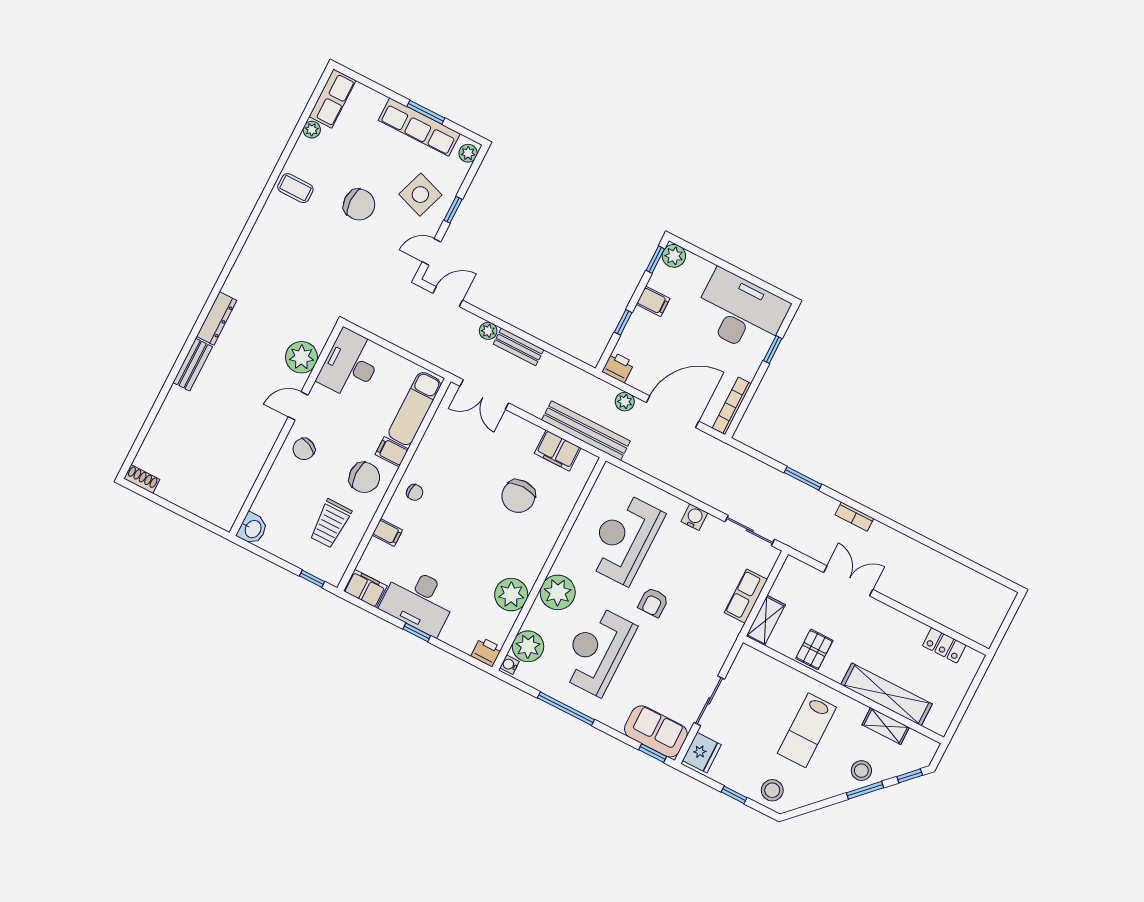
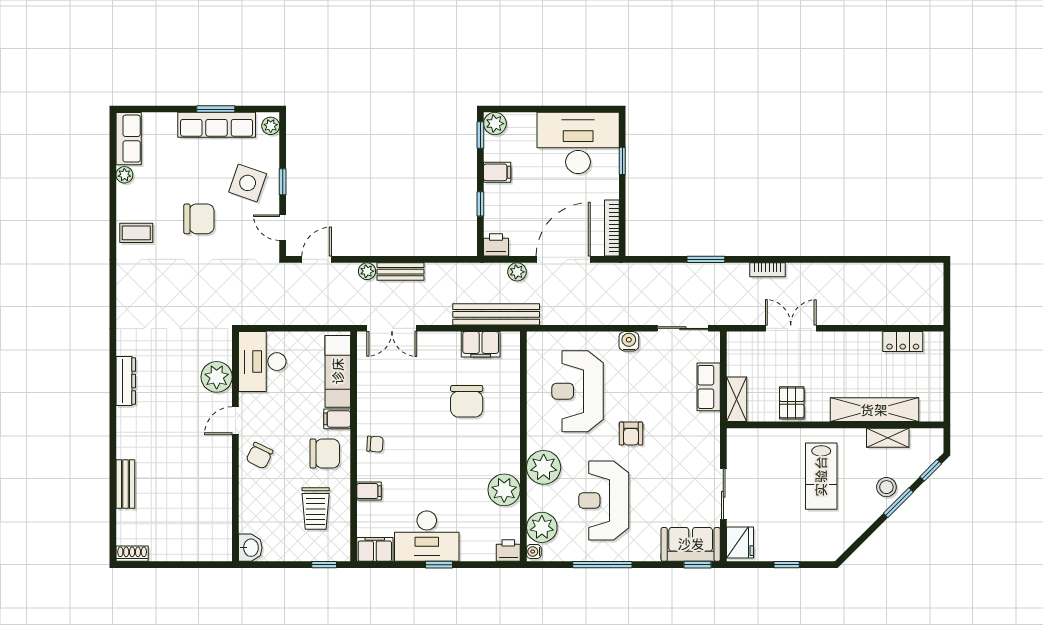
door: (431, 252) -> (283, 228), hinge flipped
bench: (193, 365) -> (125, 484), moved
stool: (772, 790) -> (818, 544), removed

